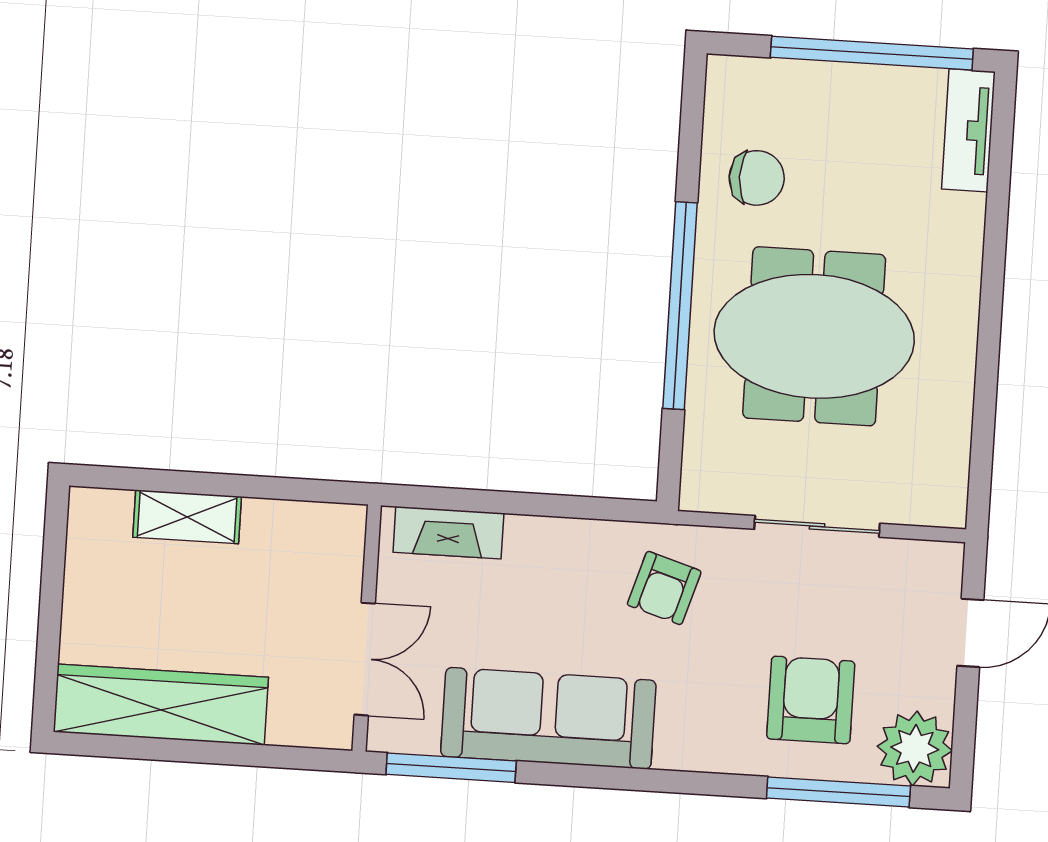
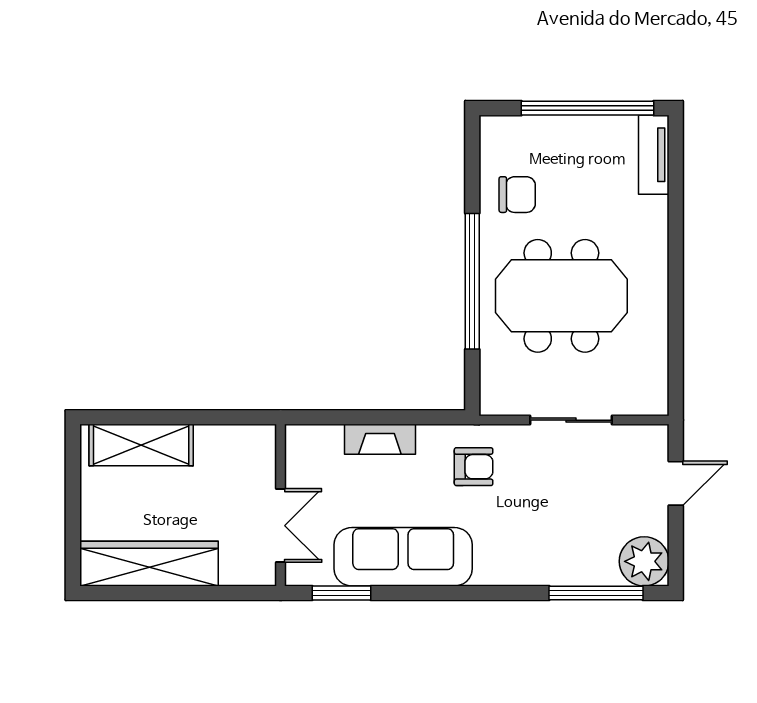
shelving: (187, 517) -> (141, 445), width x1.50, depth x1.33
fireplace: (448, 533) -> (380, 439), moved
armchair: (664, 588) -> (474, 467), turned -107
armchair: (811, 700) -> (574, 534), removed
window: (451, 768) -> (342, 593), width x0.69

